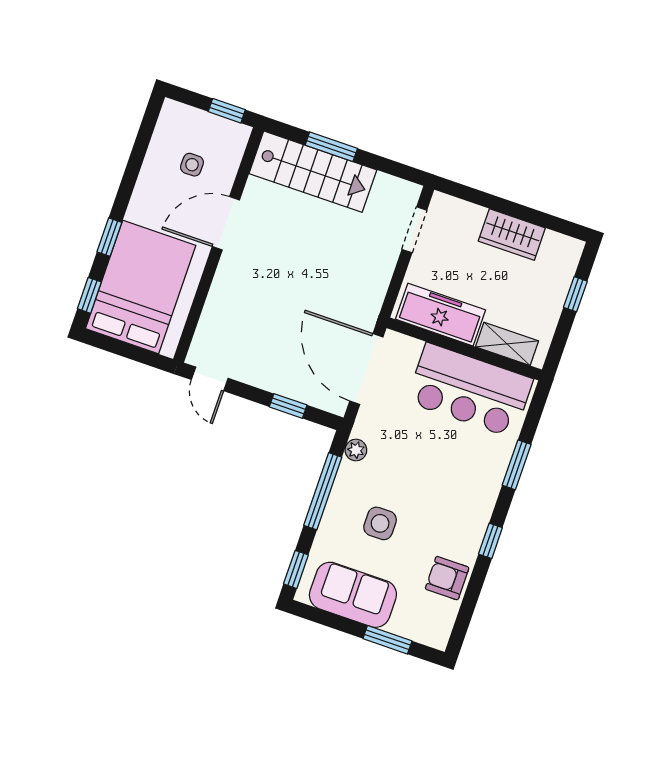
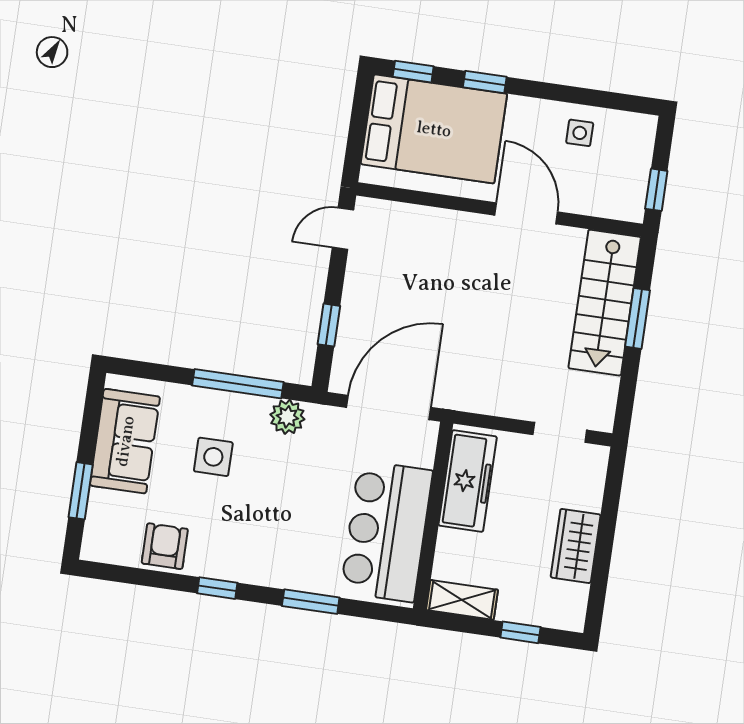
side table: (192, 165) -> (580, 133), moved
shelving: (507, 344) -> (462, 600), moved, turned 90
plant: (356, 450) -> (287, 417), width x1.38, depth x1.38
window: (296, 569) -> (142, 370), removed

